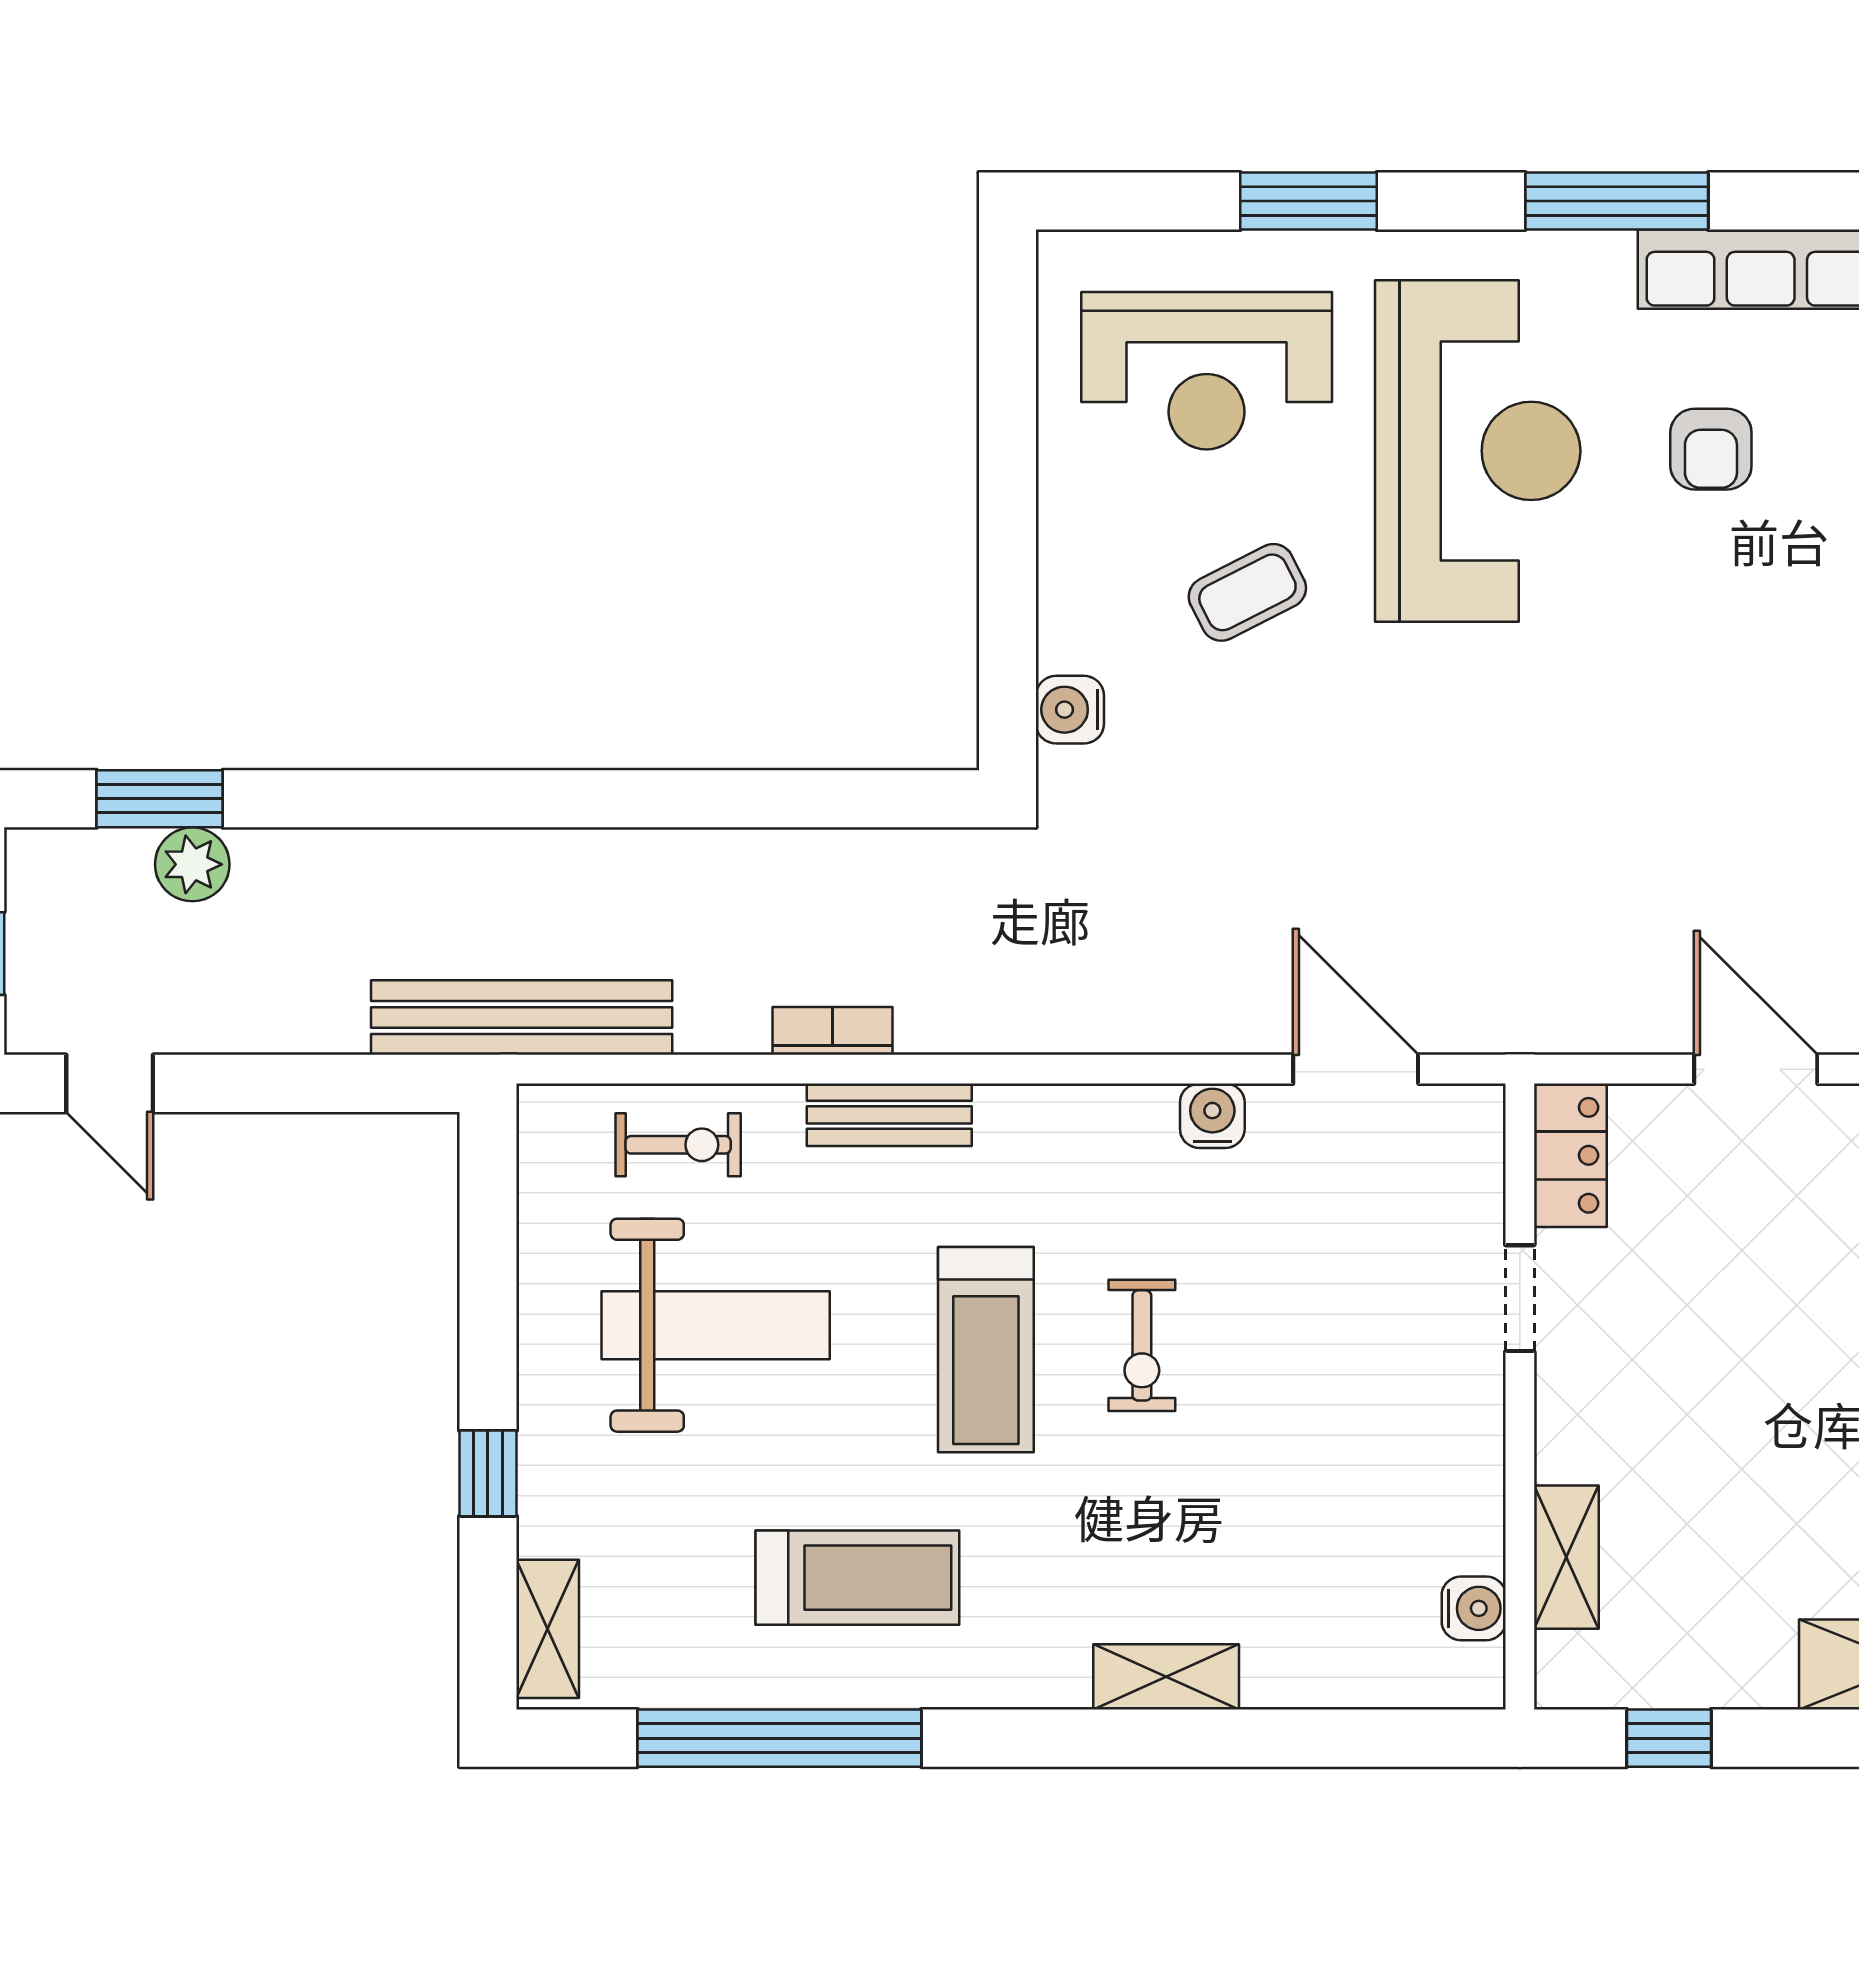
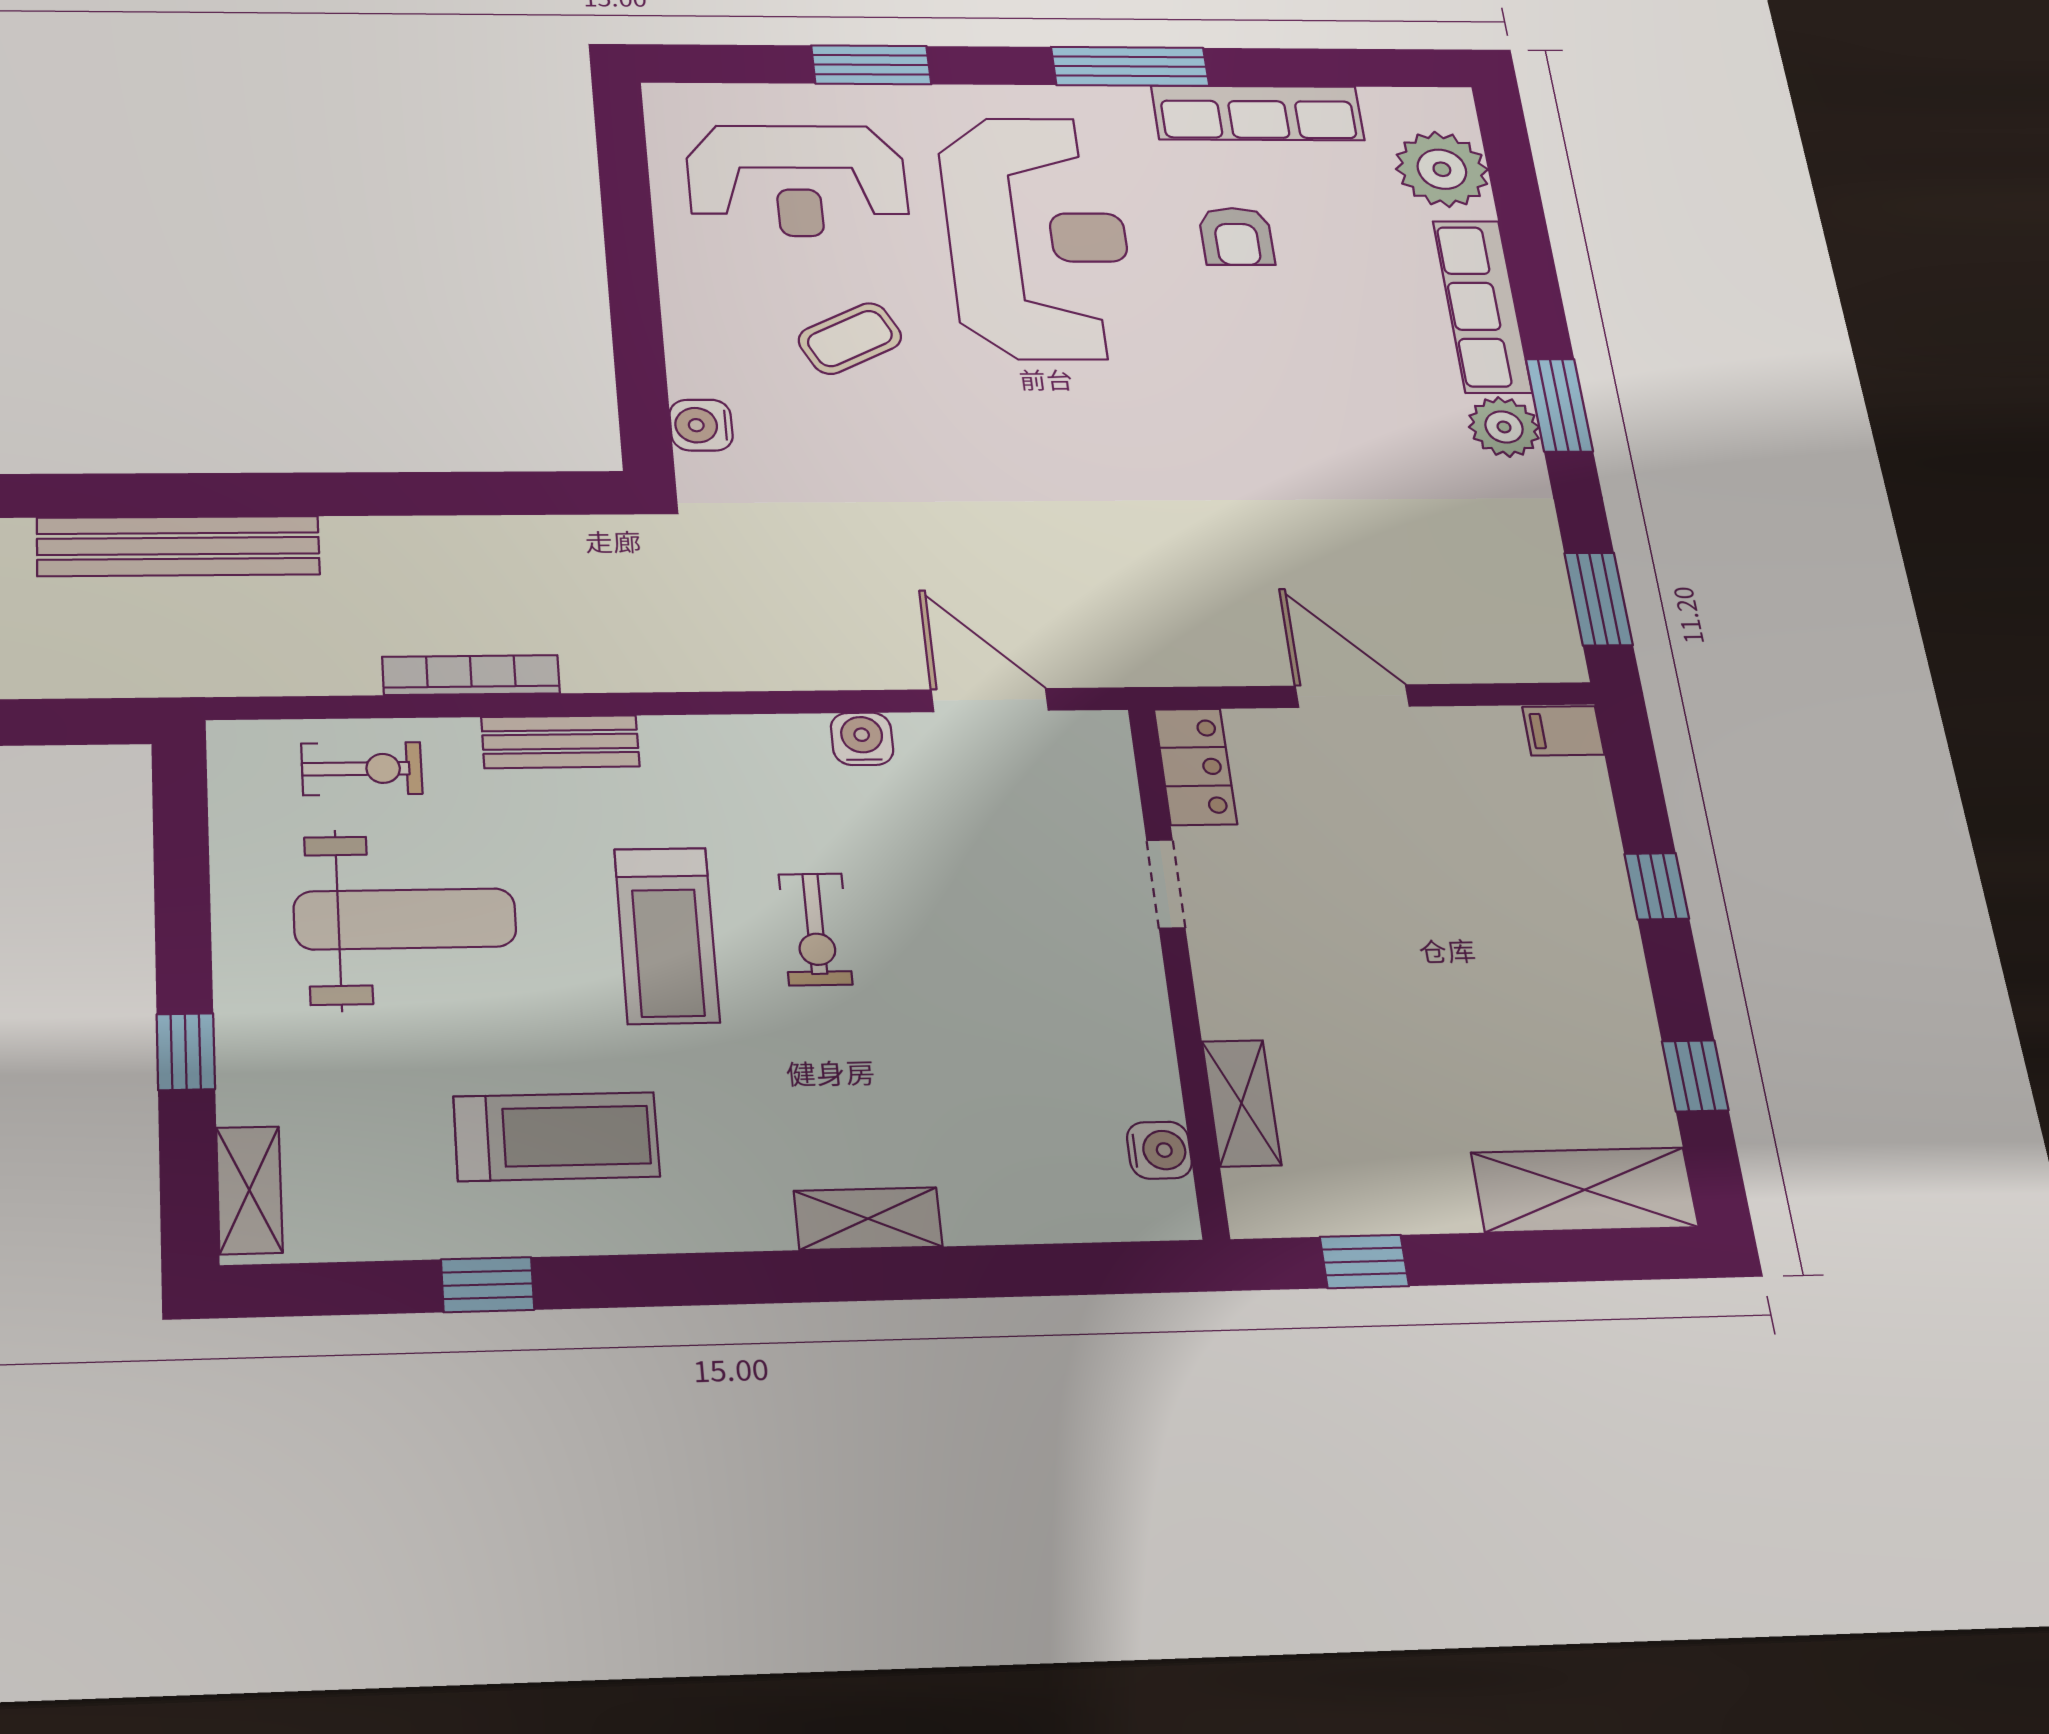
bench: (522, 1017) -> (178, 546), moved
bookcase: (832, 1031) -> (471, 675), width x1.56
window: (779, 1738) -> (487, 1285), width x0.32

